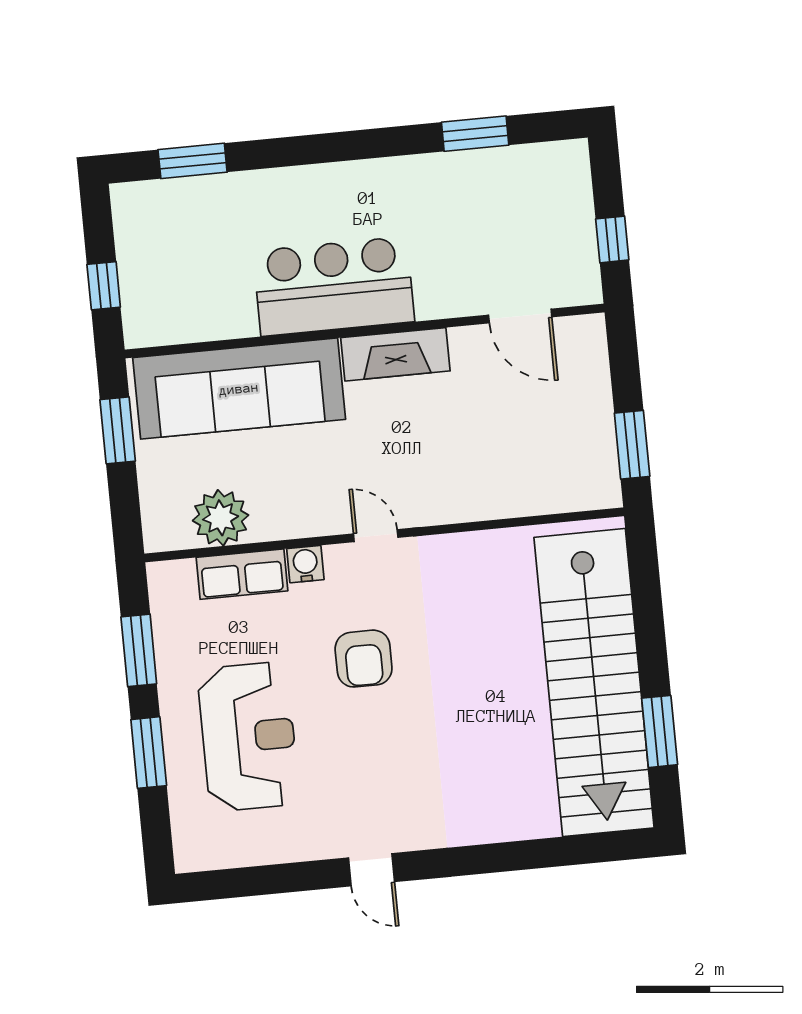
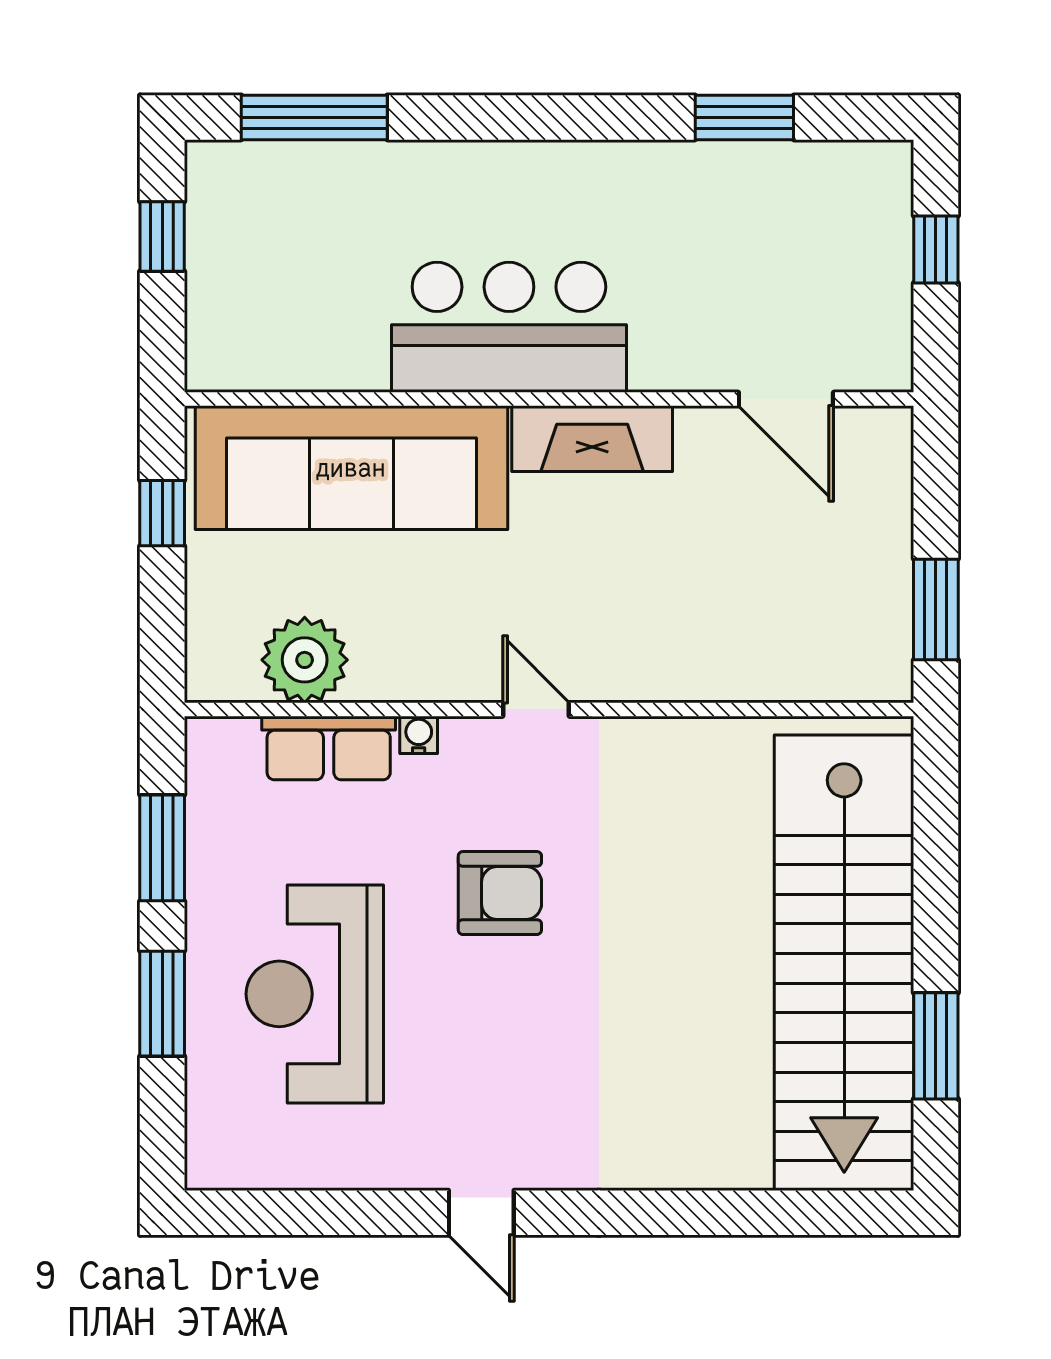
window: (193, 161) -> (314, 117), width x1.44
window: (612, 239) -> (936, 249), moved
window: (104, 286) -> (162, 236), moved
window: (118, 430) -> (162, 513), width x0.67
water cooler: (305, 564) -> (419, 735), width x0.72, depth x0.72
armchair: (364, 659) -> (500, 893), turned -90
reception desk: (248, 737) -> (315, 994), turned 180

